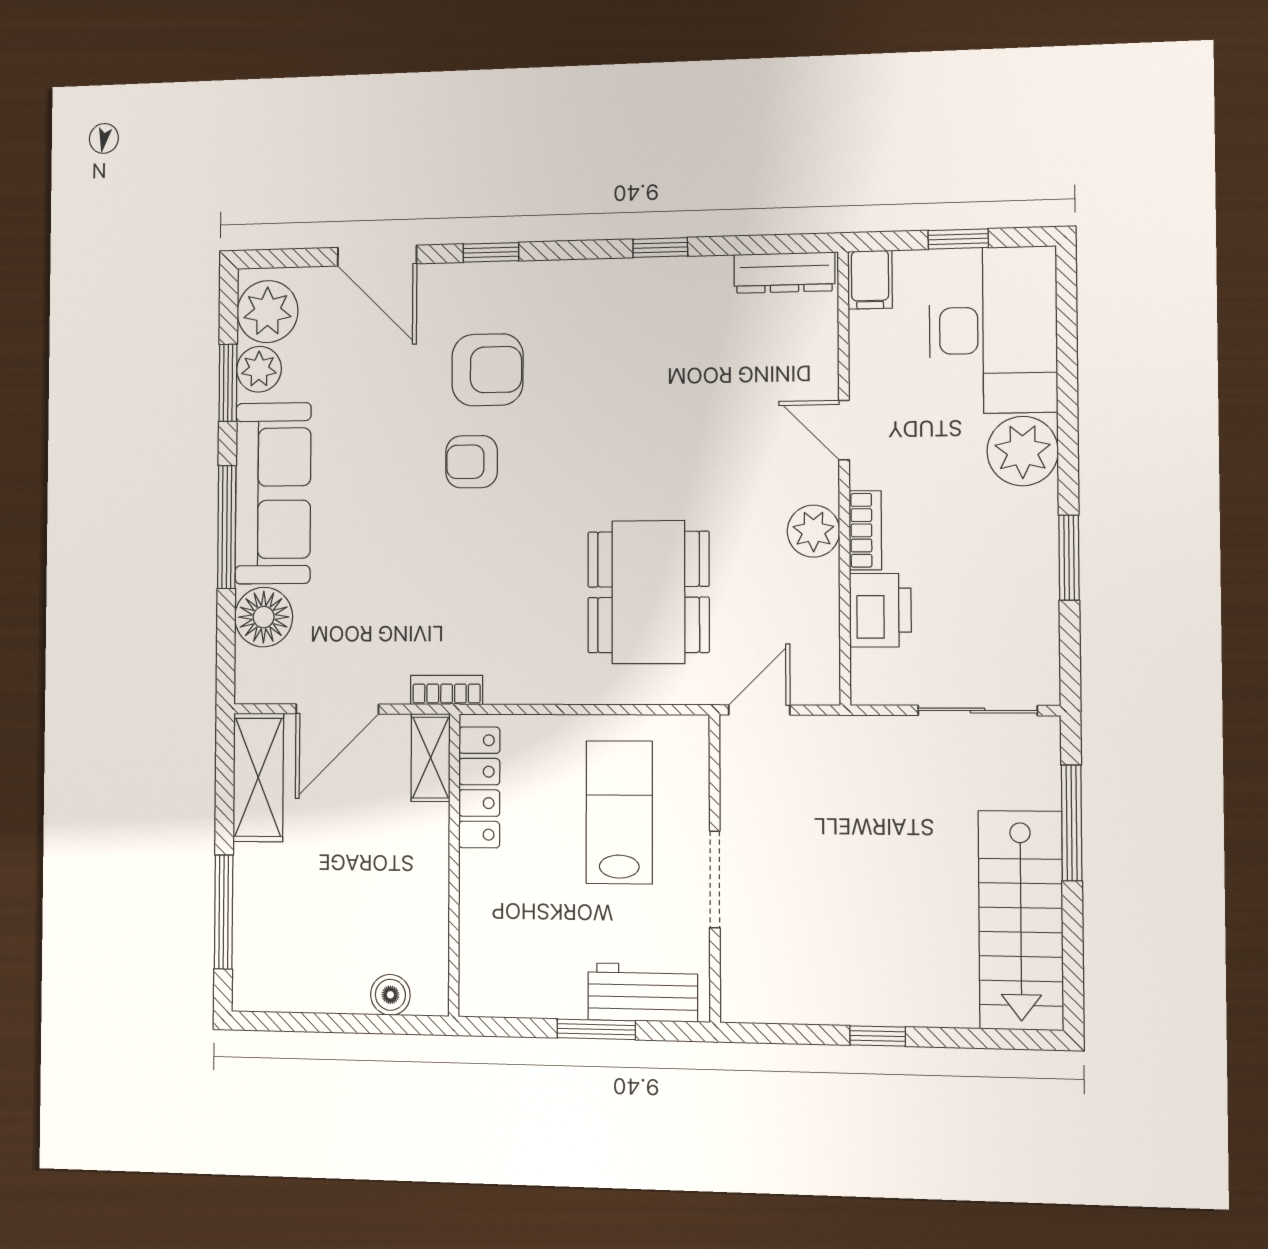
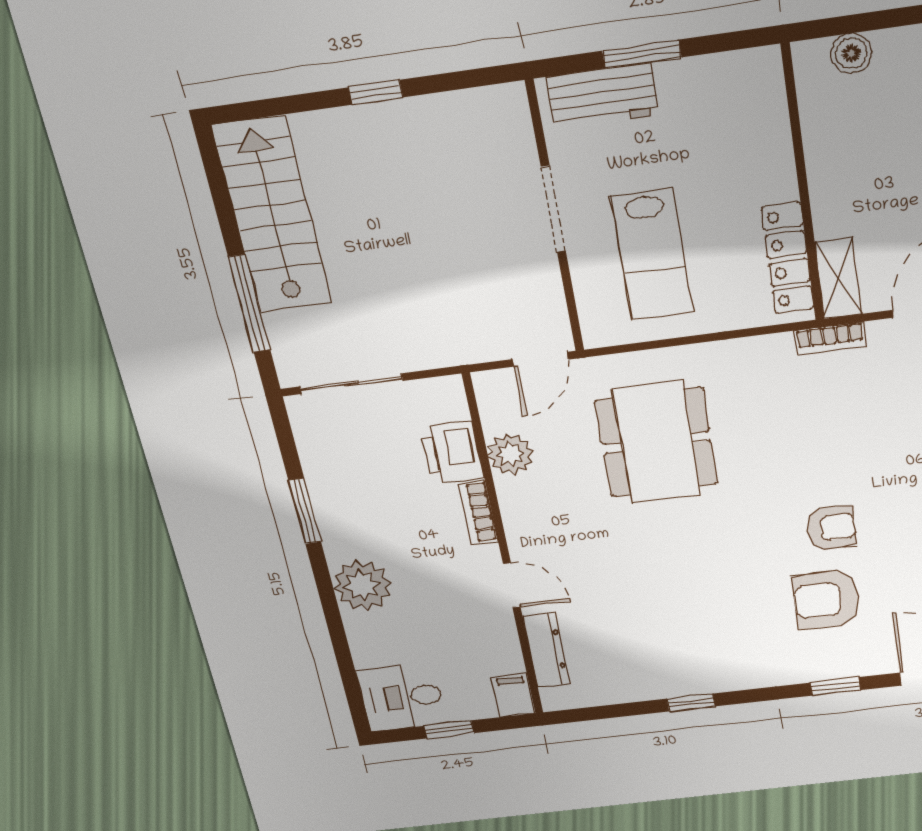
dresser: (784, 273) -> (546, 650), moved, turned 90
desk: (993, 330) -> (402, 697), width x0.53, depth x0.77
plant: (813, 531) -> (511, 454), moved

